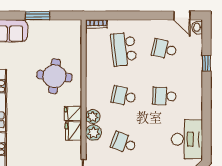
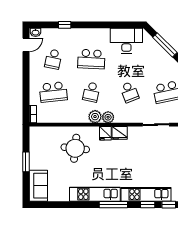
school desk: (164, 96) -> (91, 59), width x1.85
plant: (93, 133) -> (95, 117), moved
school desk: (124, 143) -> (129, 92), turned -42

